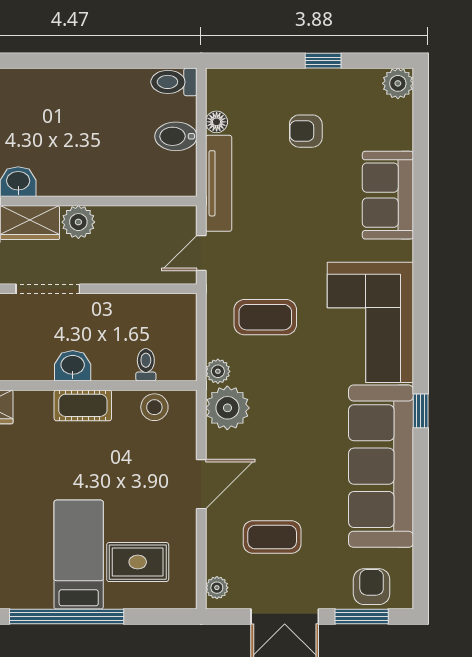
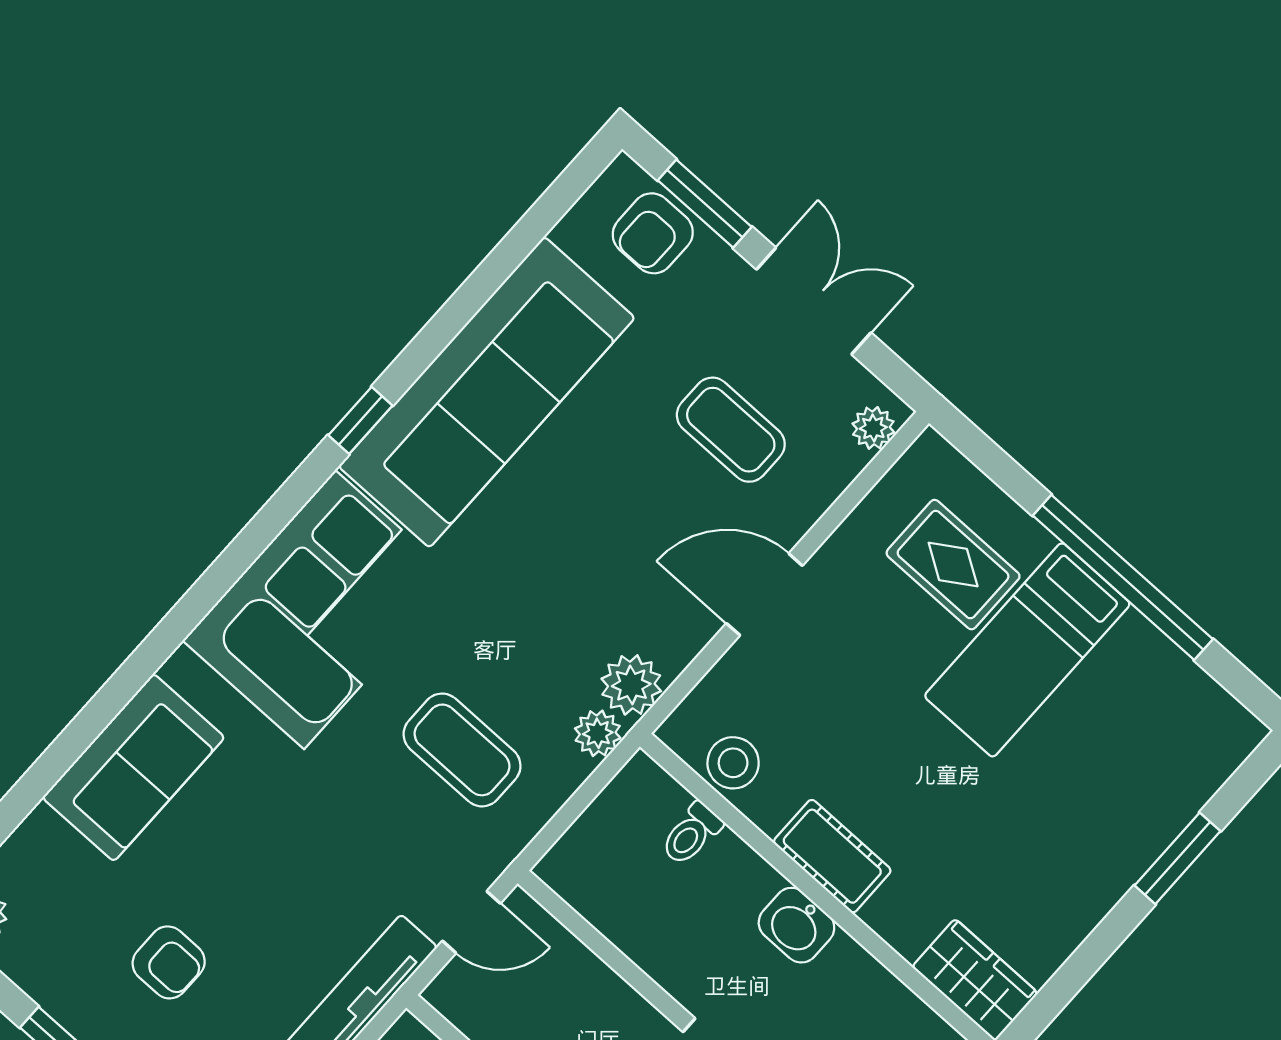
plant: (227, 408) -> (631, 685), width x0.73, depth x0.73

